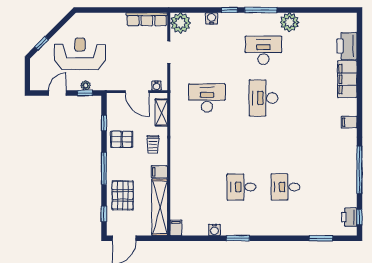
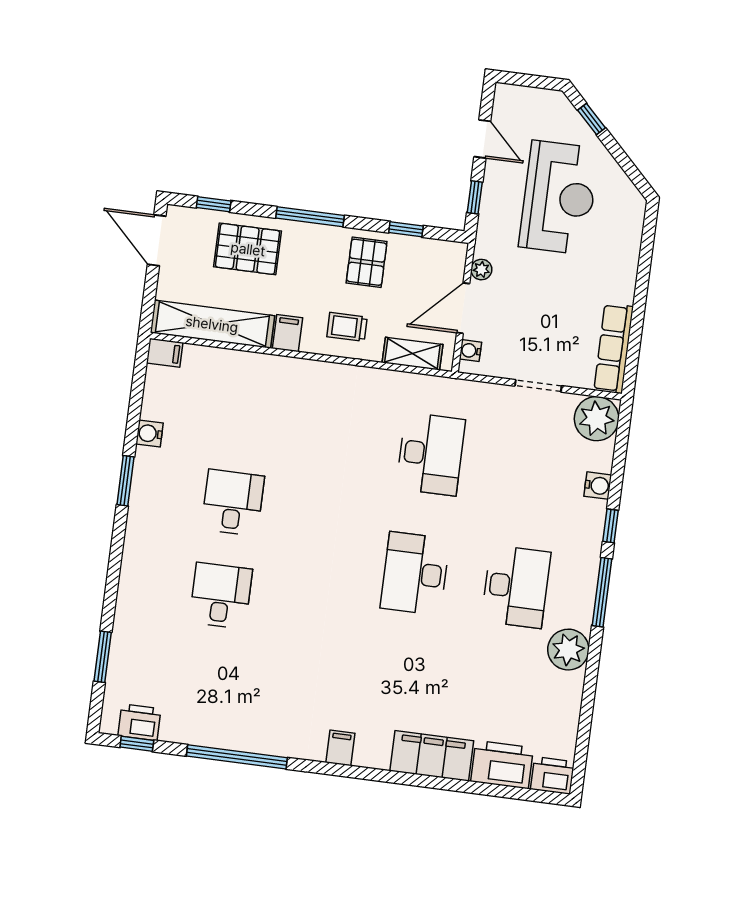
printer: (349, 22) -> (552, 775), added
plant: (86, 86) -> (481, 270), moved
desk: (263, 98) -> (415, 574), turned -90

